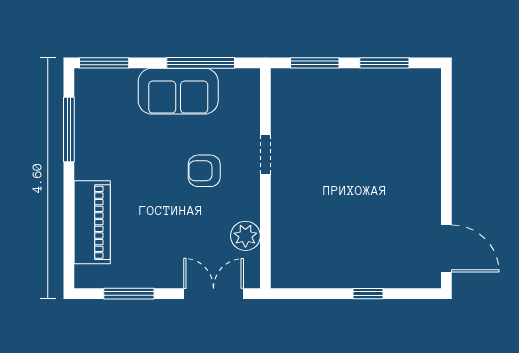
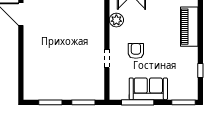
window: (69, 130) -> (200, 71), width x0.46
armchair: (204, 171) -> (136, 51), turned -90

